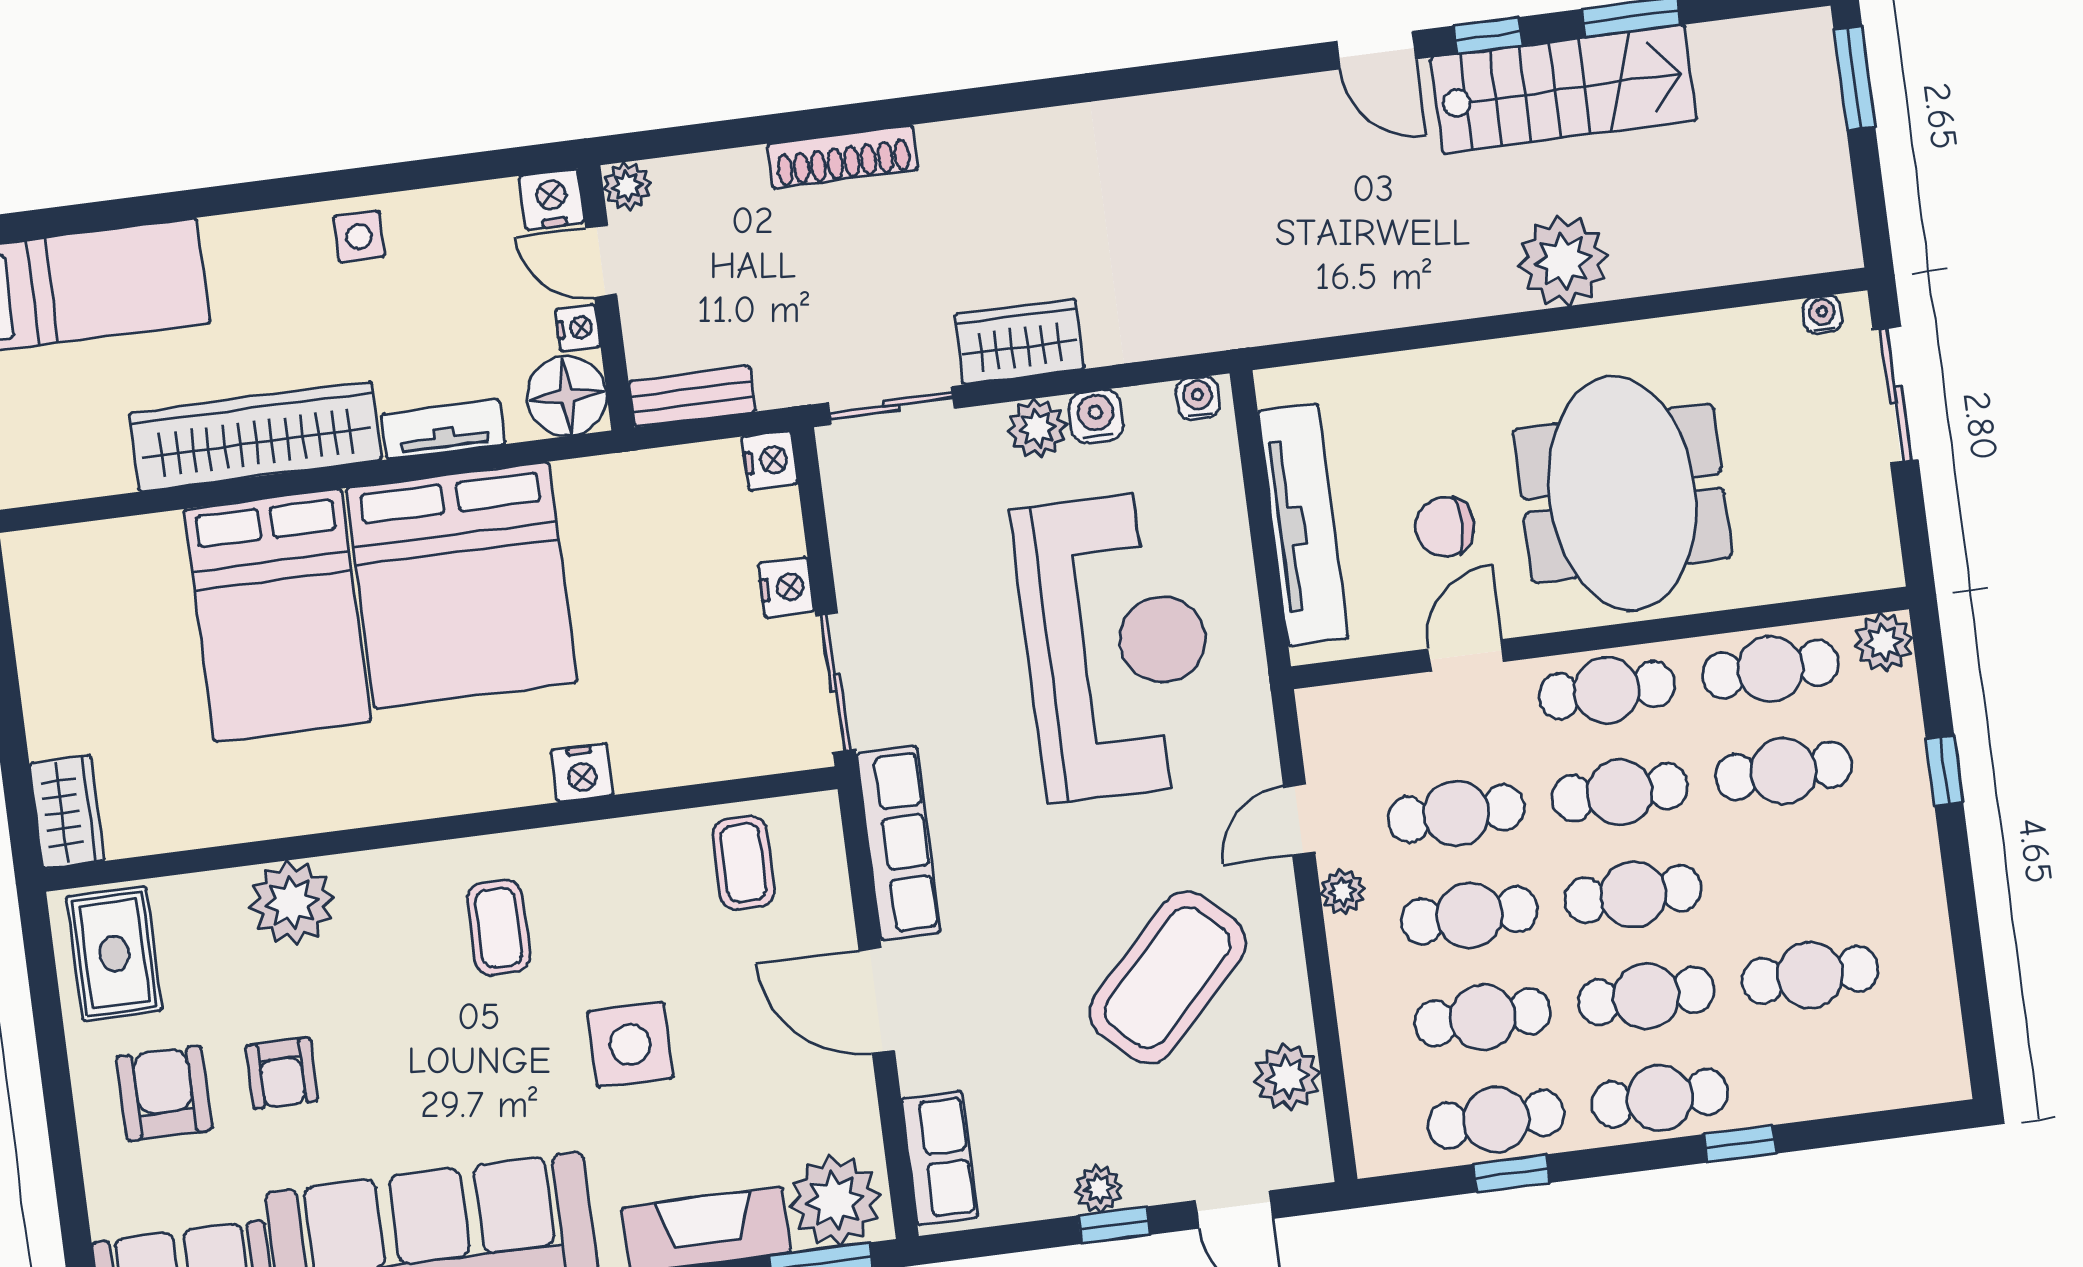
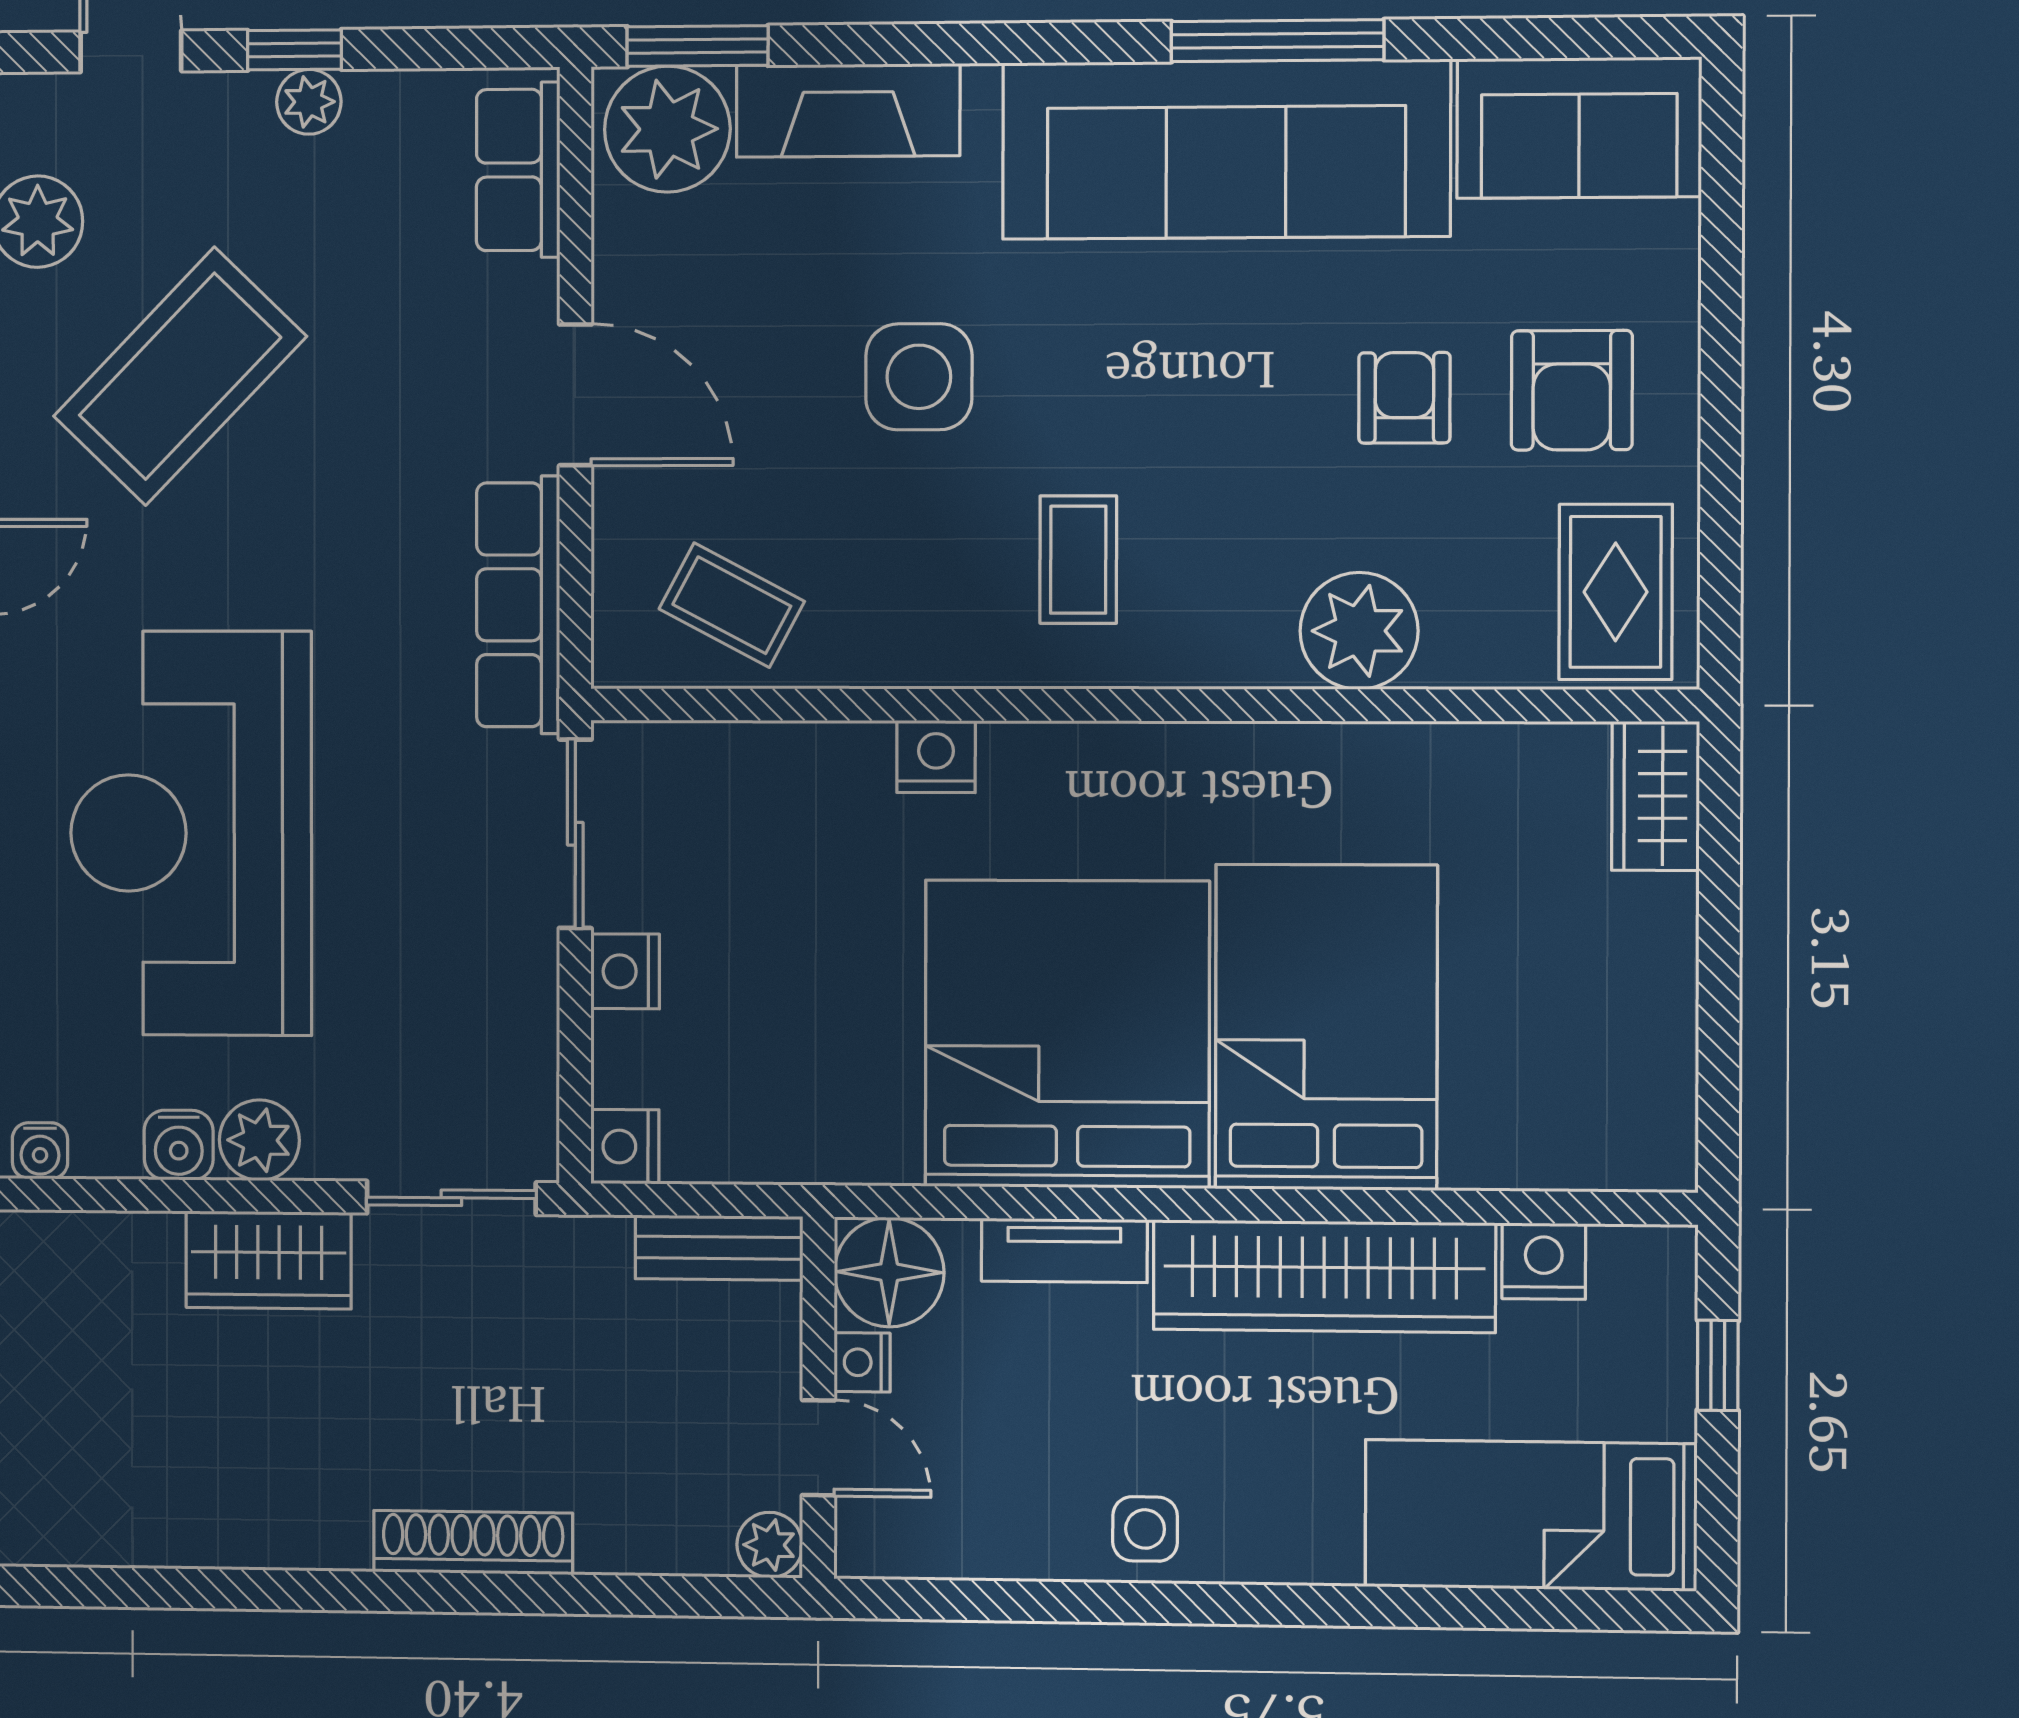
nightstand: (552, 199) -> (1544, 1261), moved, turned 180
coffee table: (744, 863) -> (732, 605), turned -62

